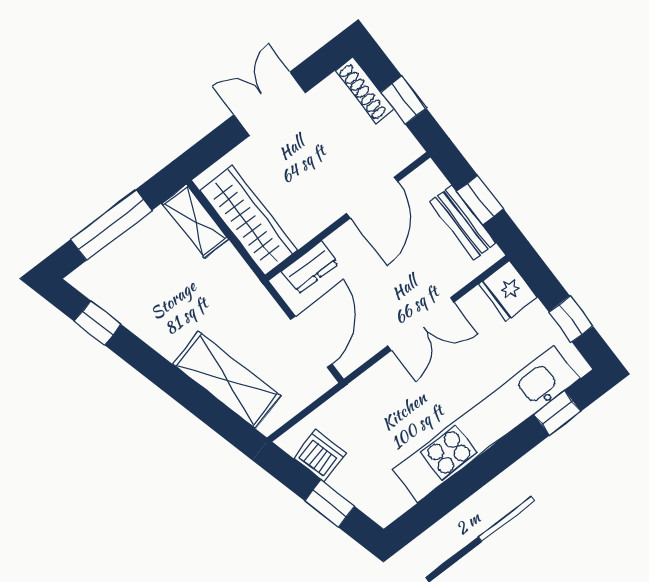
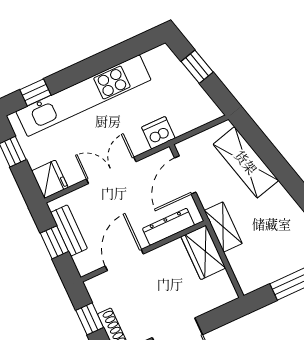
wardrobe: (249, 220) -> (203, 252), width x0.67
shelving: (195, 221) -> (223, 227), moved
dresser: (310, 267) -> (168, 227), width x1.44
dishwasher: (320, 456) -> (158, 133), moved, turned 105

